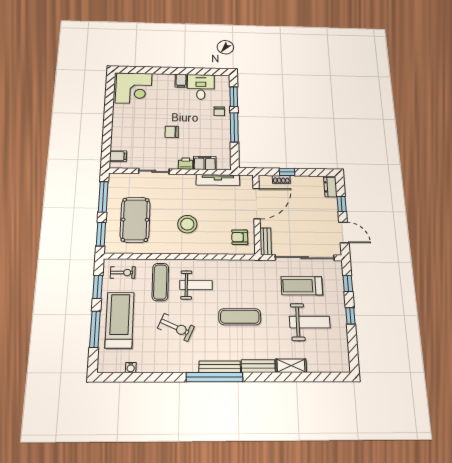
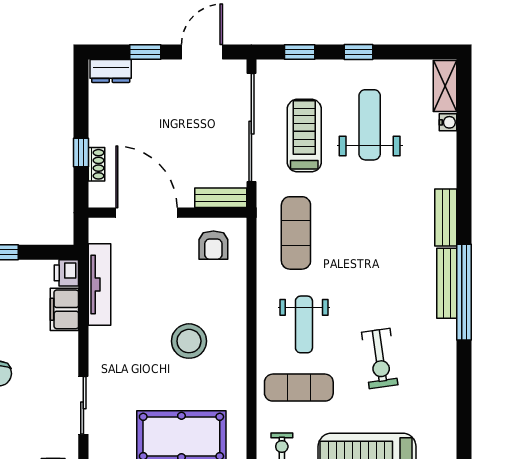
printer: (186, 164) -> (66, 273), moved
weight bench: (196, 285) -> (304, 324), turned 180
treadmill: (302, 286) -> (304, 136), turned 180
exercise mat: (240, 317) -> (296, 233), moved
exercise bike: (176, 327) -> (380, 358), turned 148
shelving: (291, 366) -> (445, 86), moved
water cooler: (131, 368) -> (448, 122), moved

